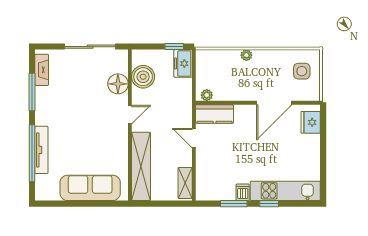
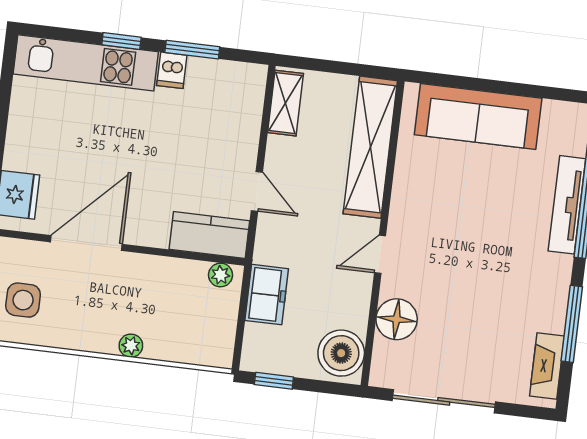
freezer: (183, 63) -> (267, 295), moved
boiler: (143, 77) -> (341, 353), moved

